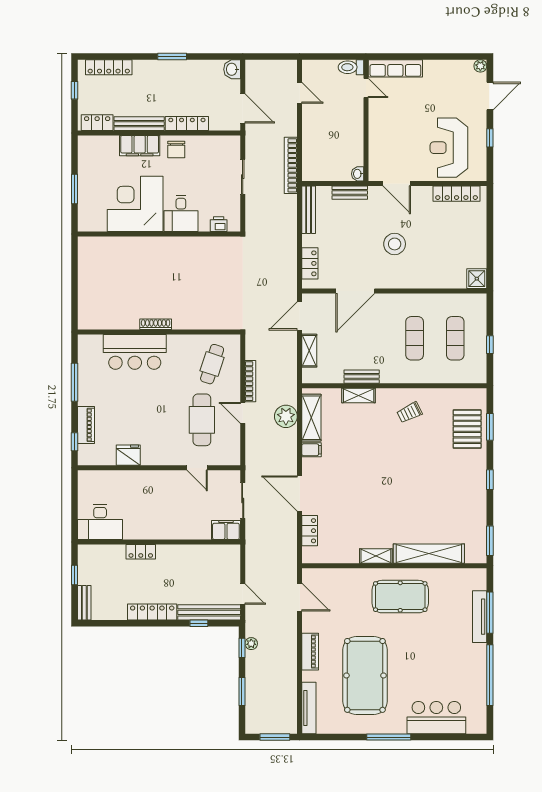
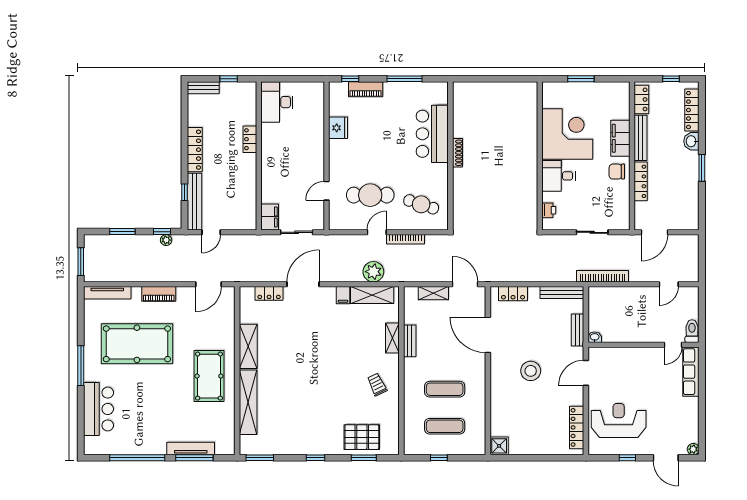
washbasin: (232, 69) -> (691, 141), moved, turned -90
shelving: (376, 556) -> (248, 346), width x1.50, depth x1.33

